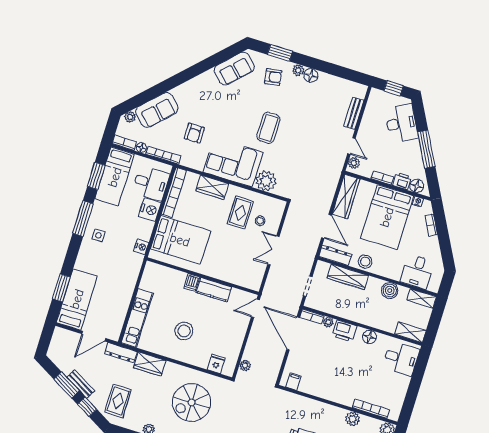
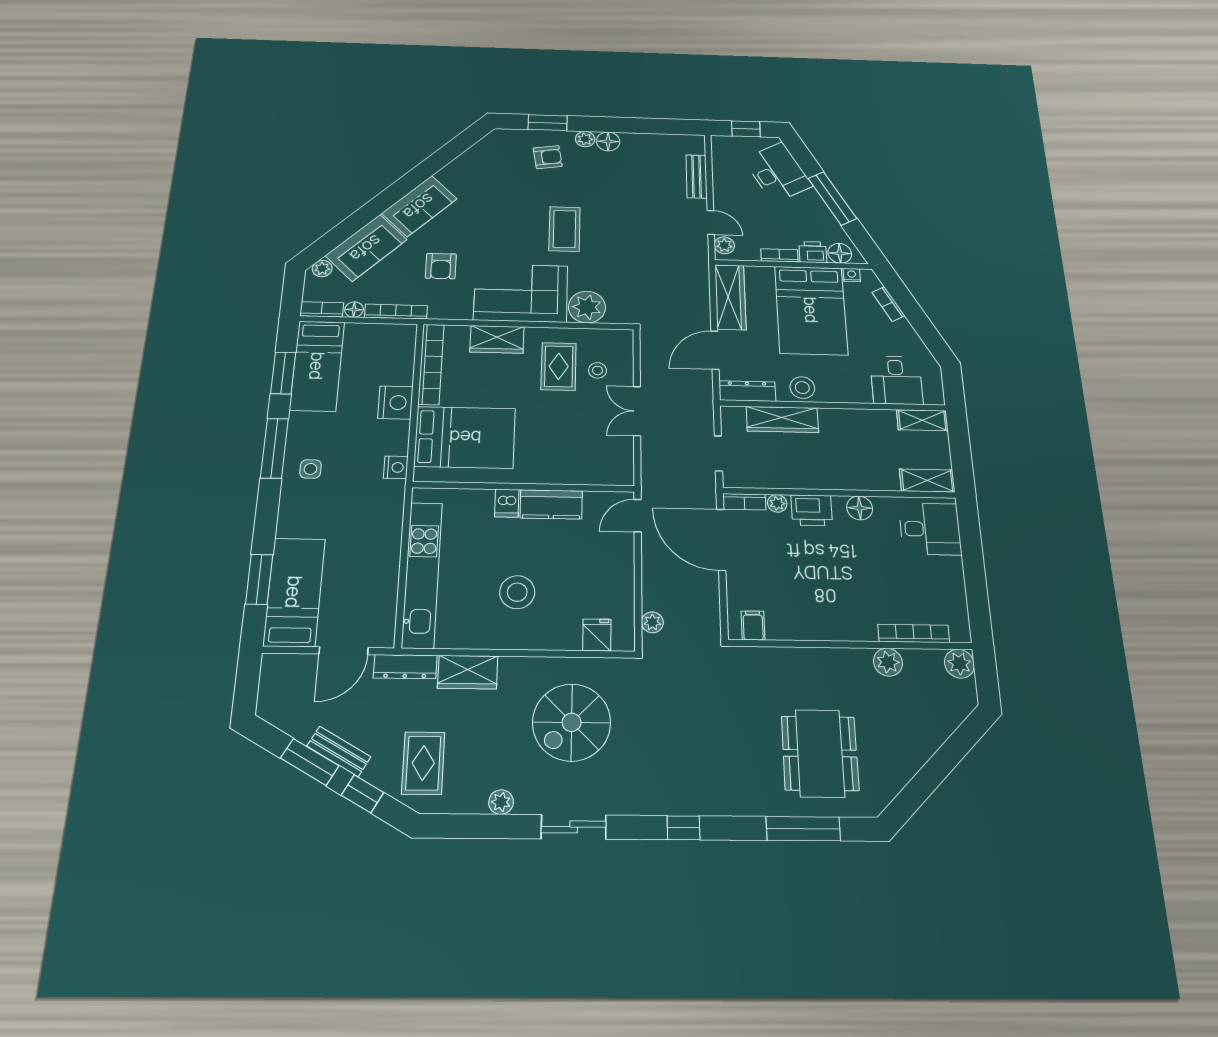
sofa: (234, 69) -> (419, 206), moved
desk: (151, 183) -> (386, 360), removed
door: (326, 226) -> (715, 350), swing flipped
boiler: (390, 290) -> (863, 422), removed
kitchen unit: (137, 318) -> (422, 574), width x1.36

